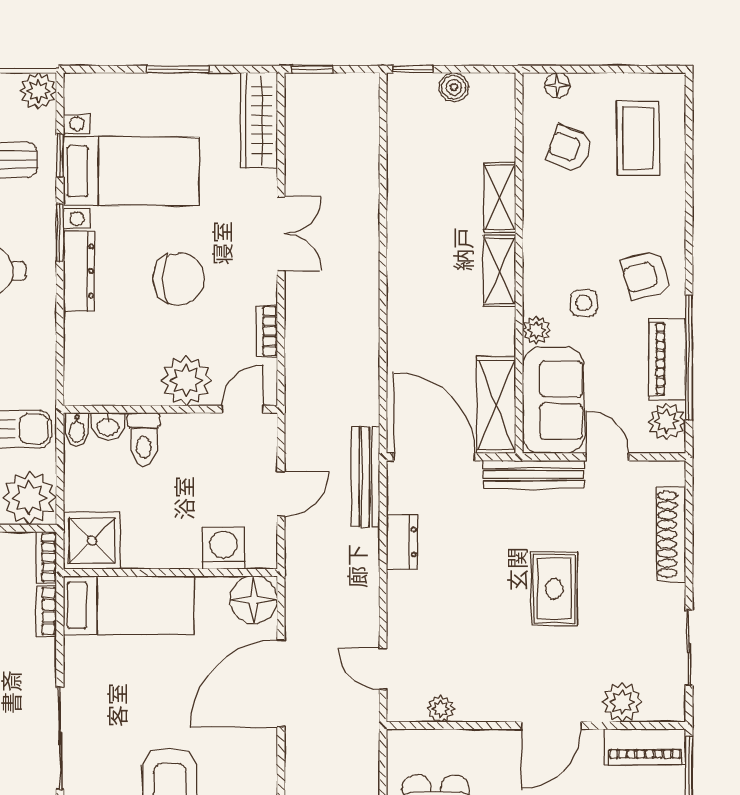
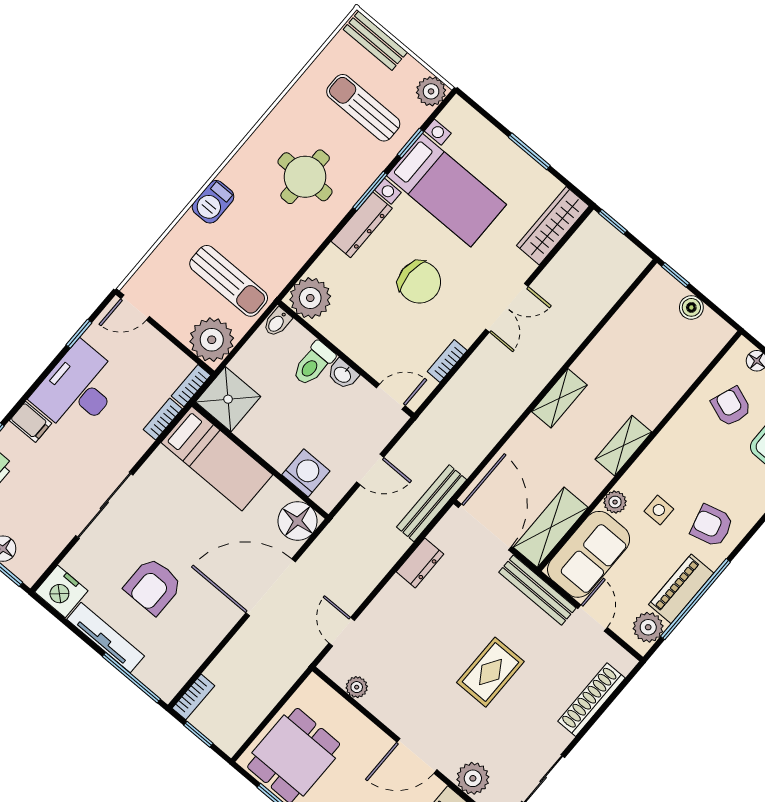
shelving: (500, 198) -> (559, 398), moved
plant: (186, 380) -> (310, 298), moved
washbasin: (108, 426) -> (343, 374), moved

